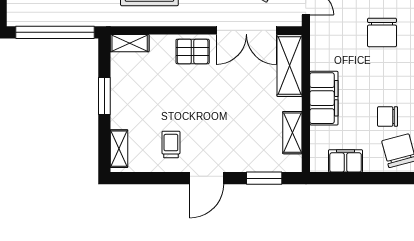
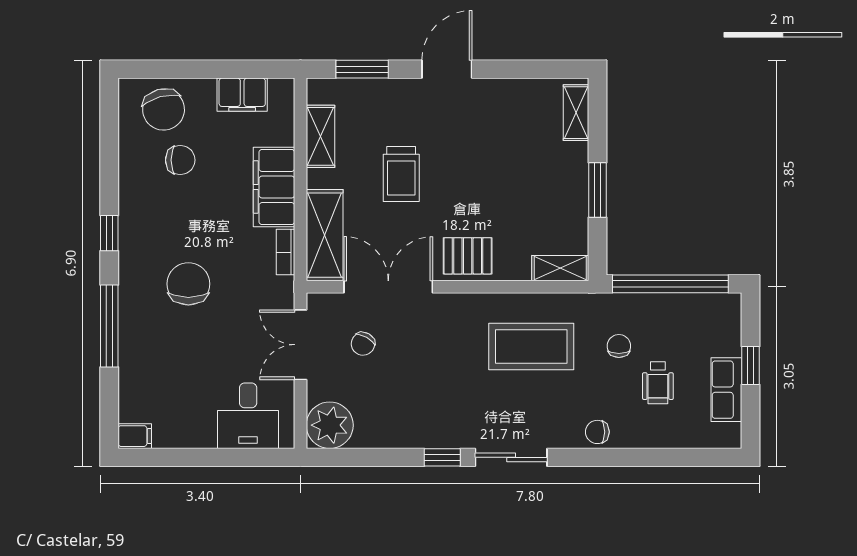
bookcase: (316, 54) -> (285, 252), added
trolley: (171, 144) -> (401, 174), moved, width x1.36, depth x1.39

